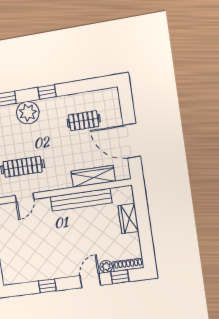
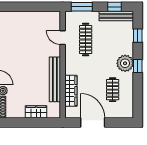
plant: (28, 113) -> (125, 63), moved
door: (132, 141) -> (93, 122), hinge flipped

